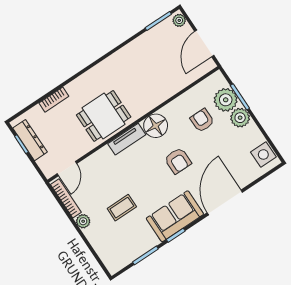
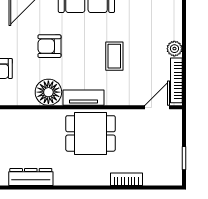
dresser: (30, 140) -> (31, 177), moved, turned 90
armchair: (178, 161) -> (49, 46), turned -90
coffee table: (122, 208) -> (114, 56), moved, turned 90

